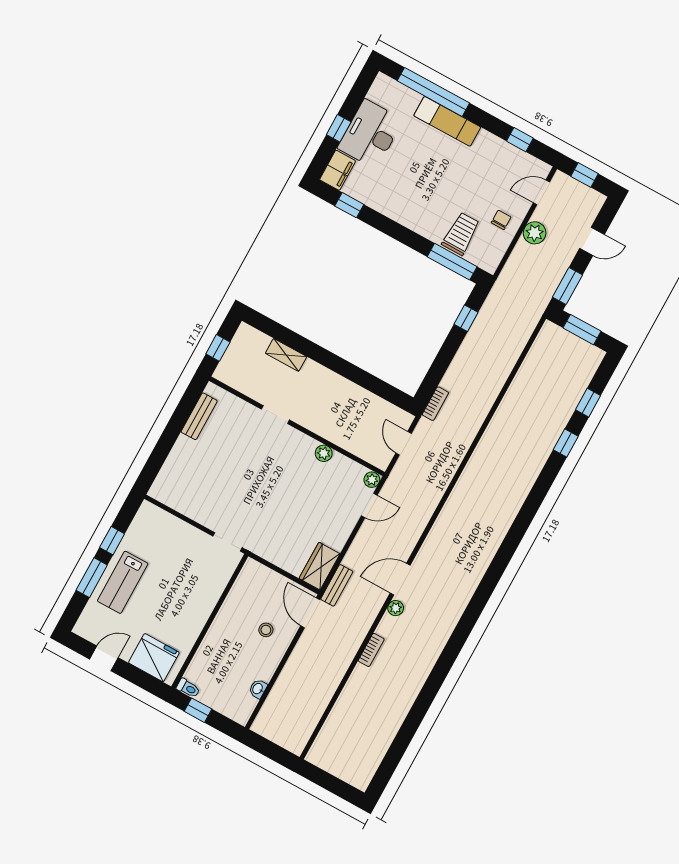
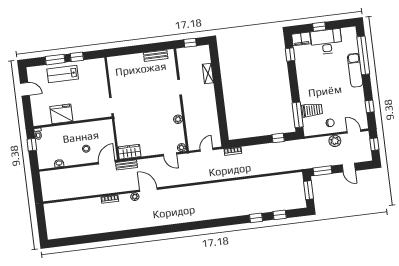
fridge: (154, 658) -> (61, 114), moved, turned -90

